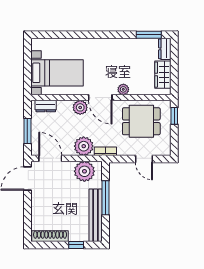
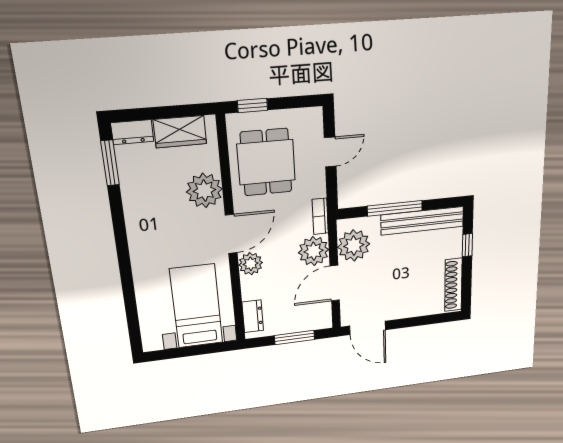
plant: (123, 89) -> (204, 190), width x1.88, depth x1.88
door: (50, 158) -> (335, 283), moved

